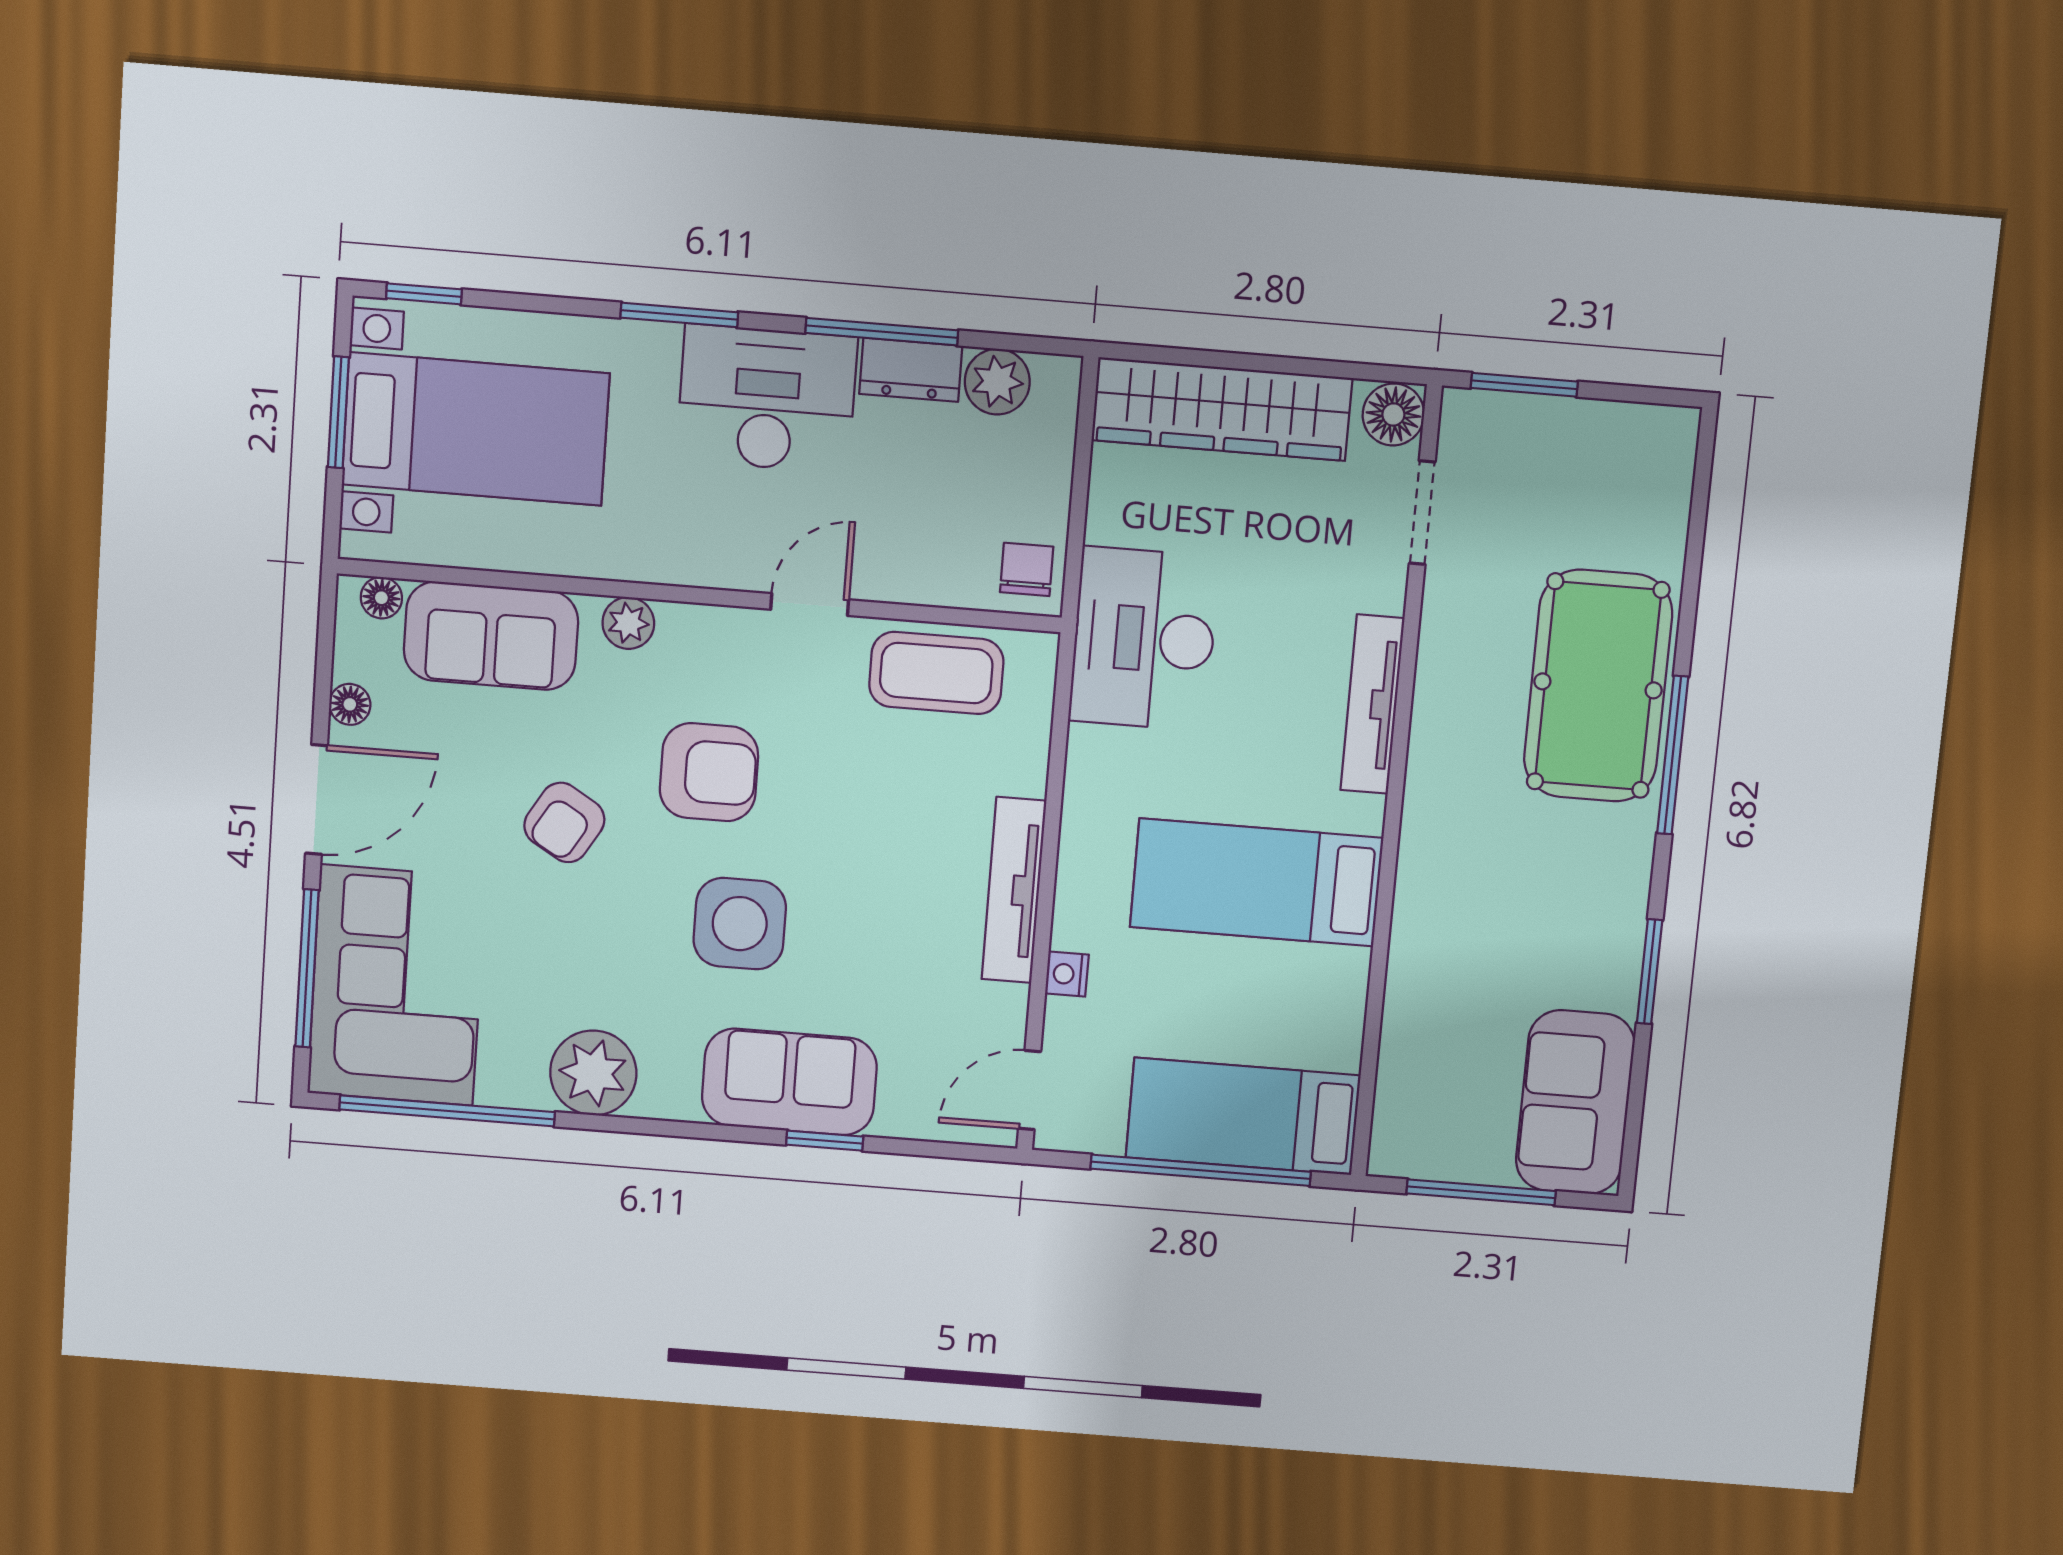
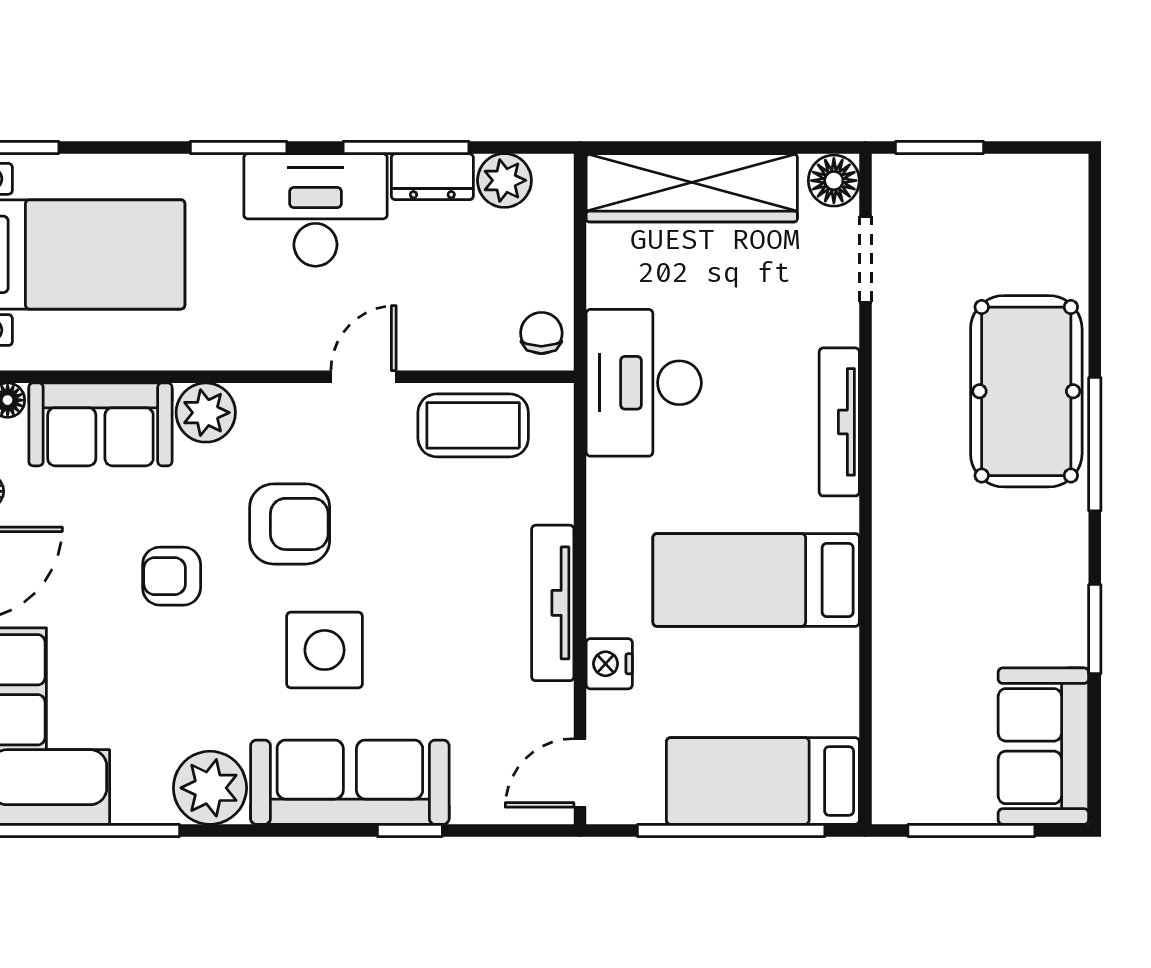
plant: (628, 623) -> (206, 413), width x1.38, depth x1.38
armchair: (564, 822) -> (172, 576), turned 59
nightstand: (1067, 974) -> (609, 664), width x1.39, depth x1.35
sofa: (789, 1082) -> (350, 782), width x1.36

